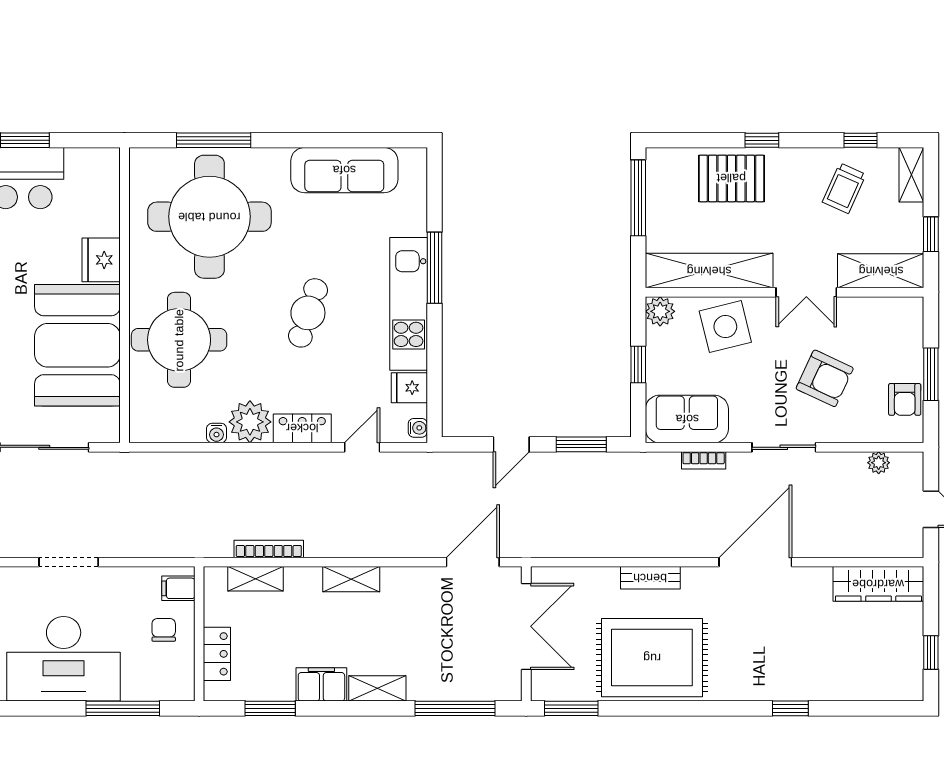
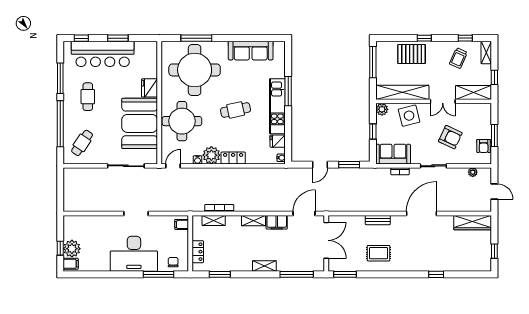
cafe table: (308, 313) -> (236, 110), turned 60
door: (362, 447) -> (173, 166), moved
chair: (164, 630) -> (173, 262), moved
rug: (652, 658) -> (379, 253), width x0.54, depth x0.49
filing cabinet: (321, 684) -> (277, 222), moved, turned 180

